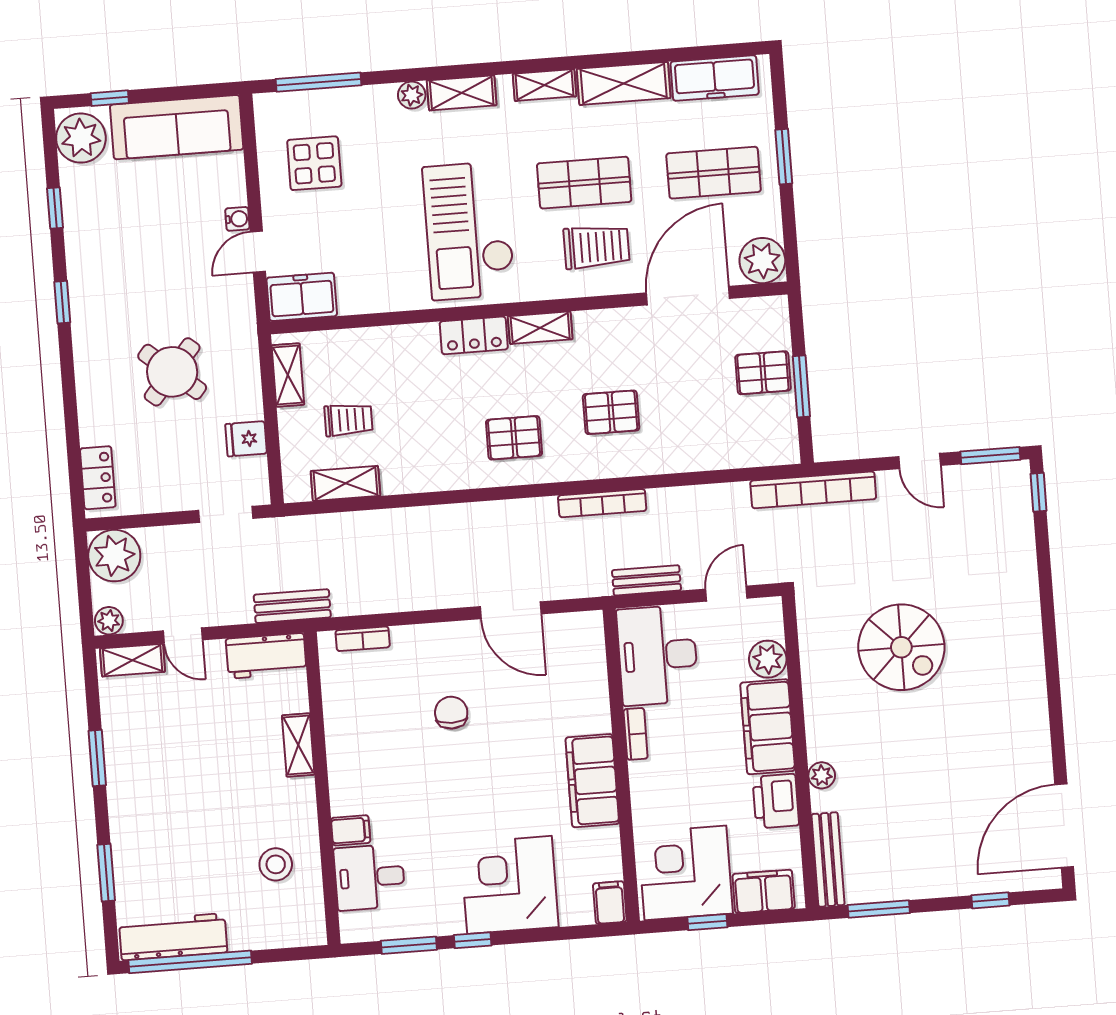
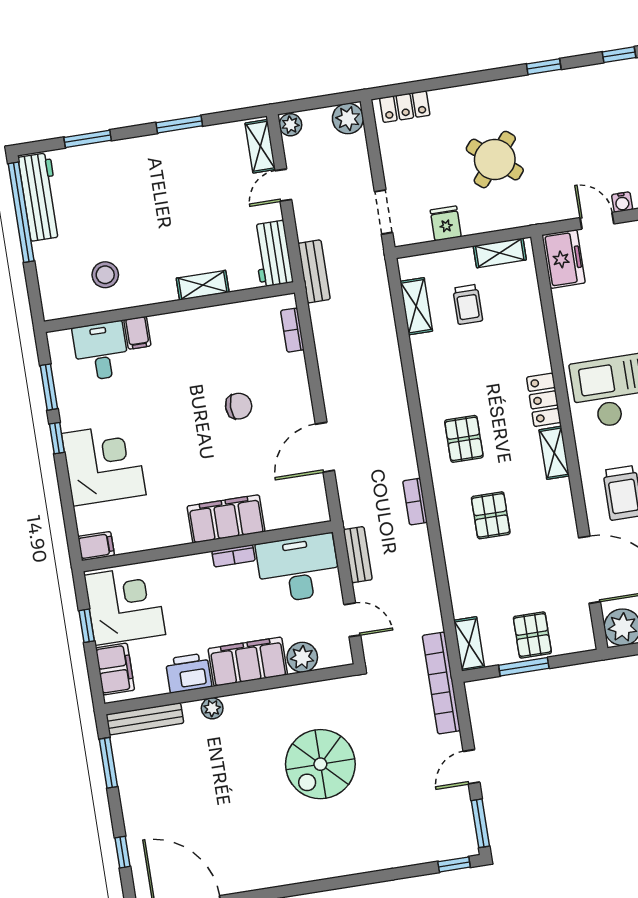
shelving: (768, 452) -> (469, 644), added
bookcase: (602, 503) -> (415, 502), width x0.64
plant: (114, 556) -> (348, 119), width x0.73, depth x0.73
filing cabinet: (592, 781) -> (226, 519), moved

